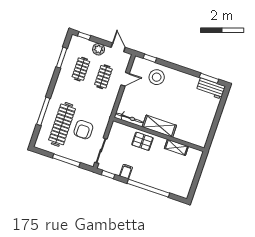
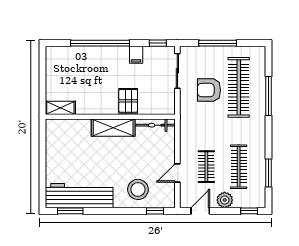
door: (118, 47) -> (200, 211), swing flipped
clothes rail: (81, 69) -> (239, 167), width x1.36
workbench: (211, 88) -> (79, 196), width x1.87, depth x1.32
armchair: (83, 130) -> (209, 90), turned -90
pallet: (142, 141) -> (128, 101), turned 90
shelving: (176, 147) -> (60, 108), moved

